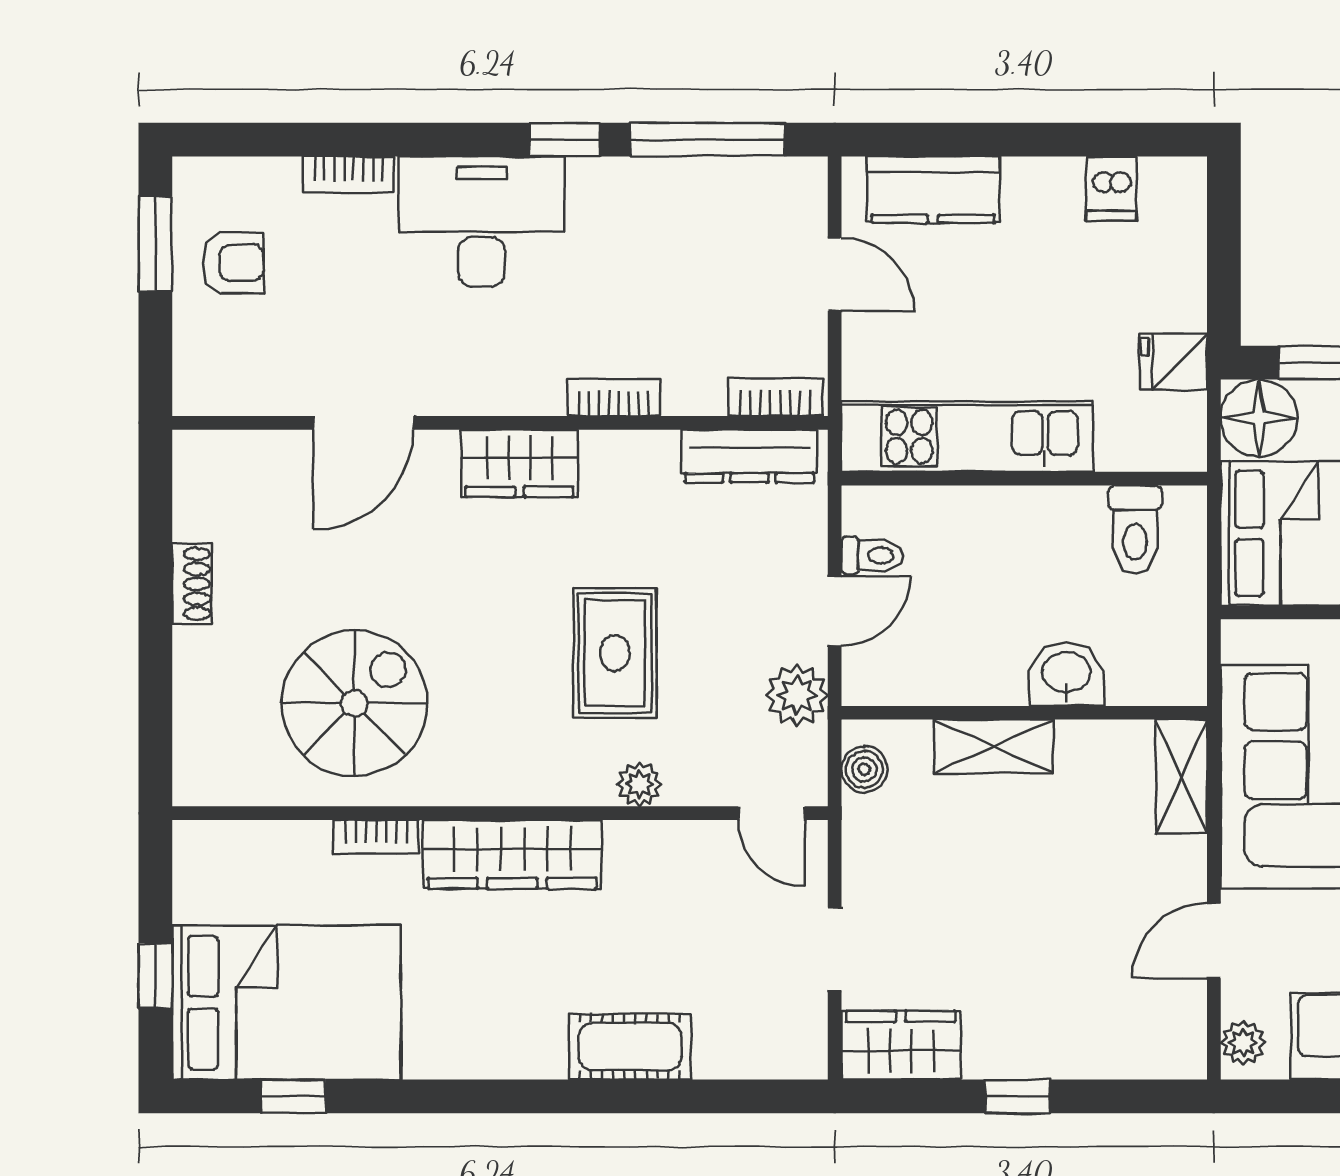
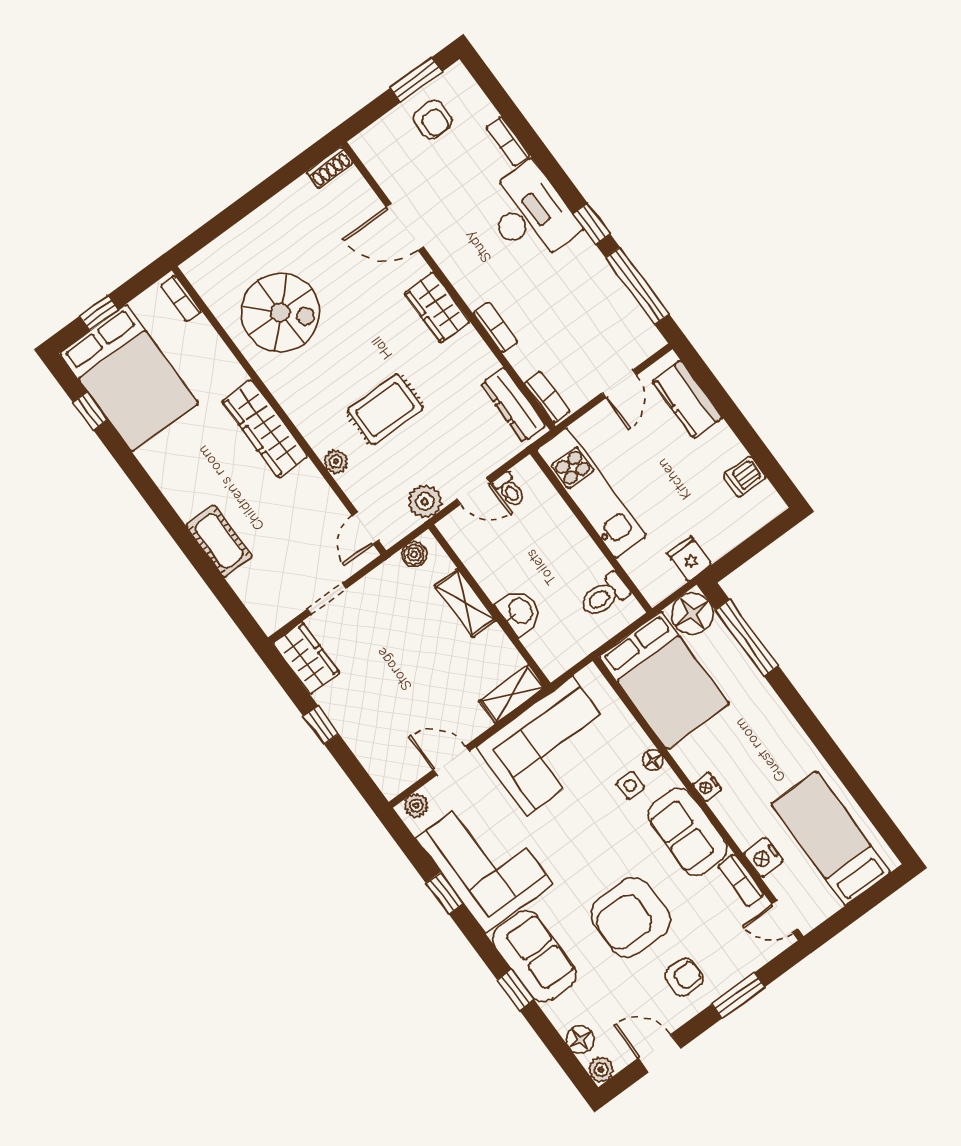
shoe rack: (192, 584) -> (330, 168), moved
bookcase: (376, 837) -> (181, 298), moved

